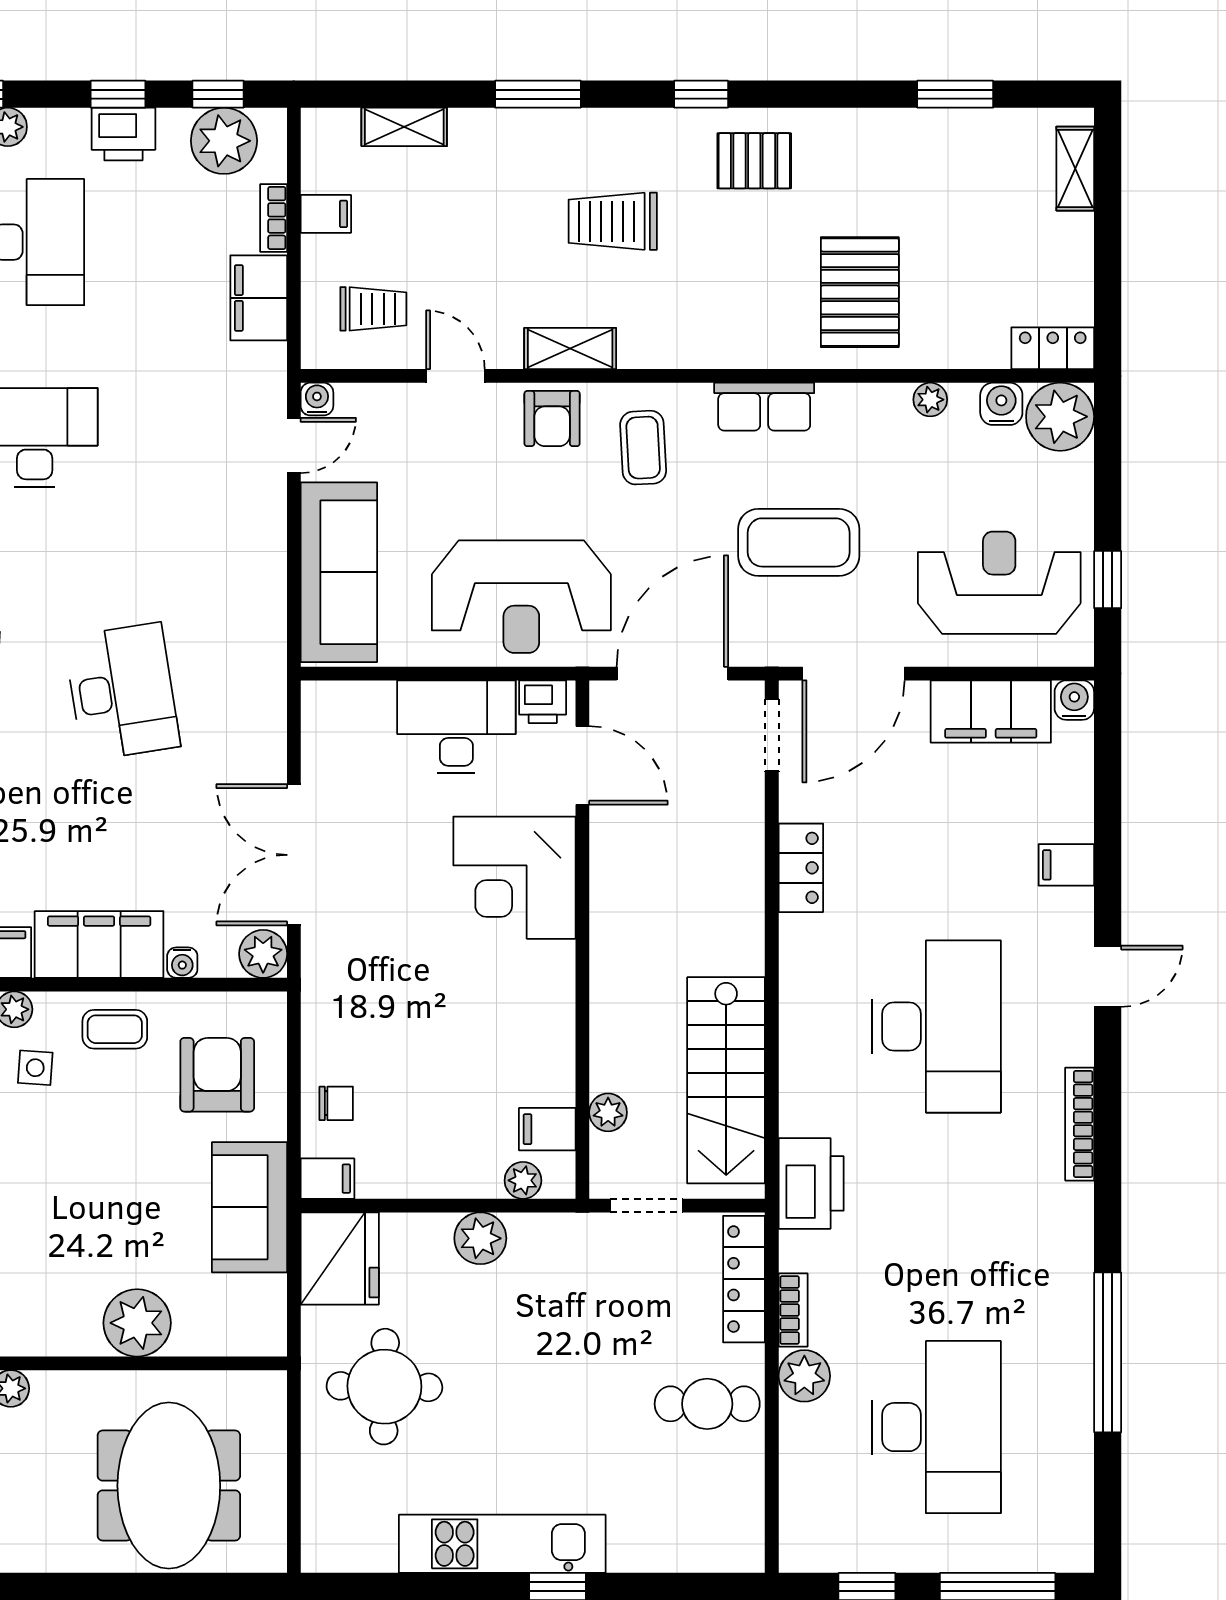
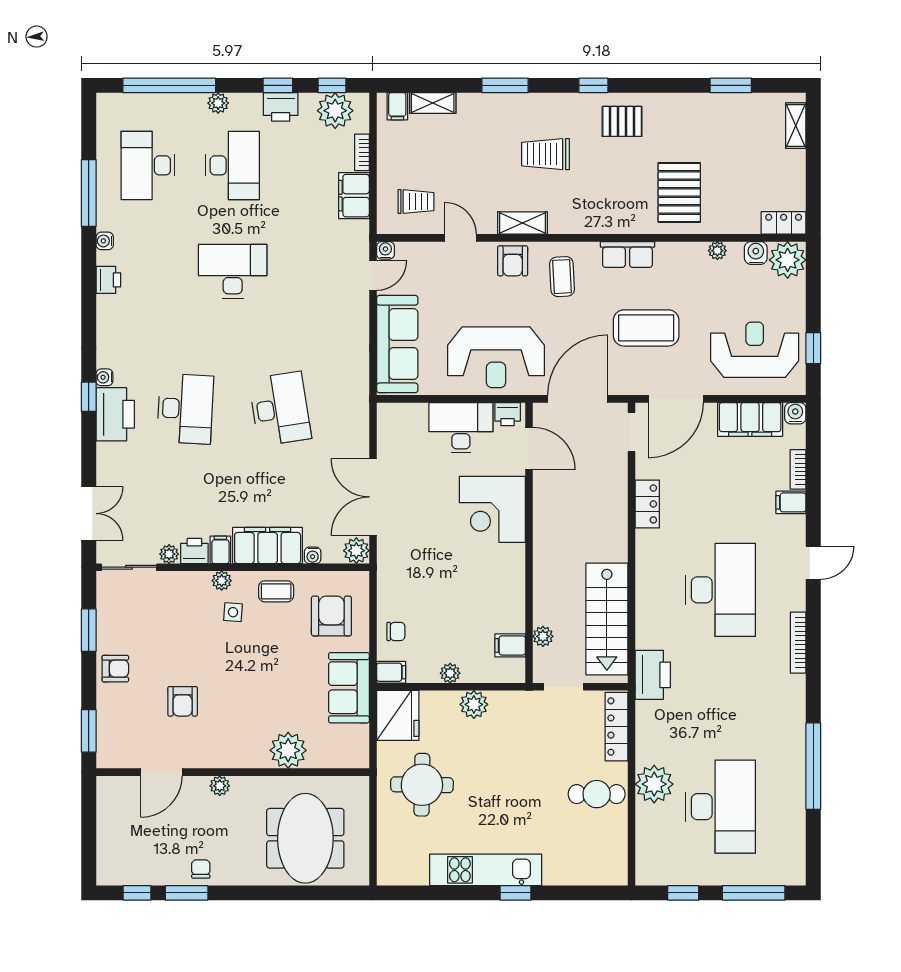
filing cabinet: (326, 214) -> (397, 106), moved, turned 90
plant: (523, 1180) -> (450, 673), moved
bookcase: (793, 1310) -> (798, 469), moved, turned 180
plant: (804, 1376) -> (654, 784), width x1.36, depth x1.36

